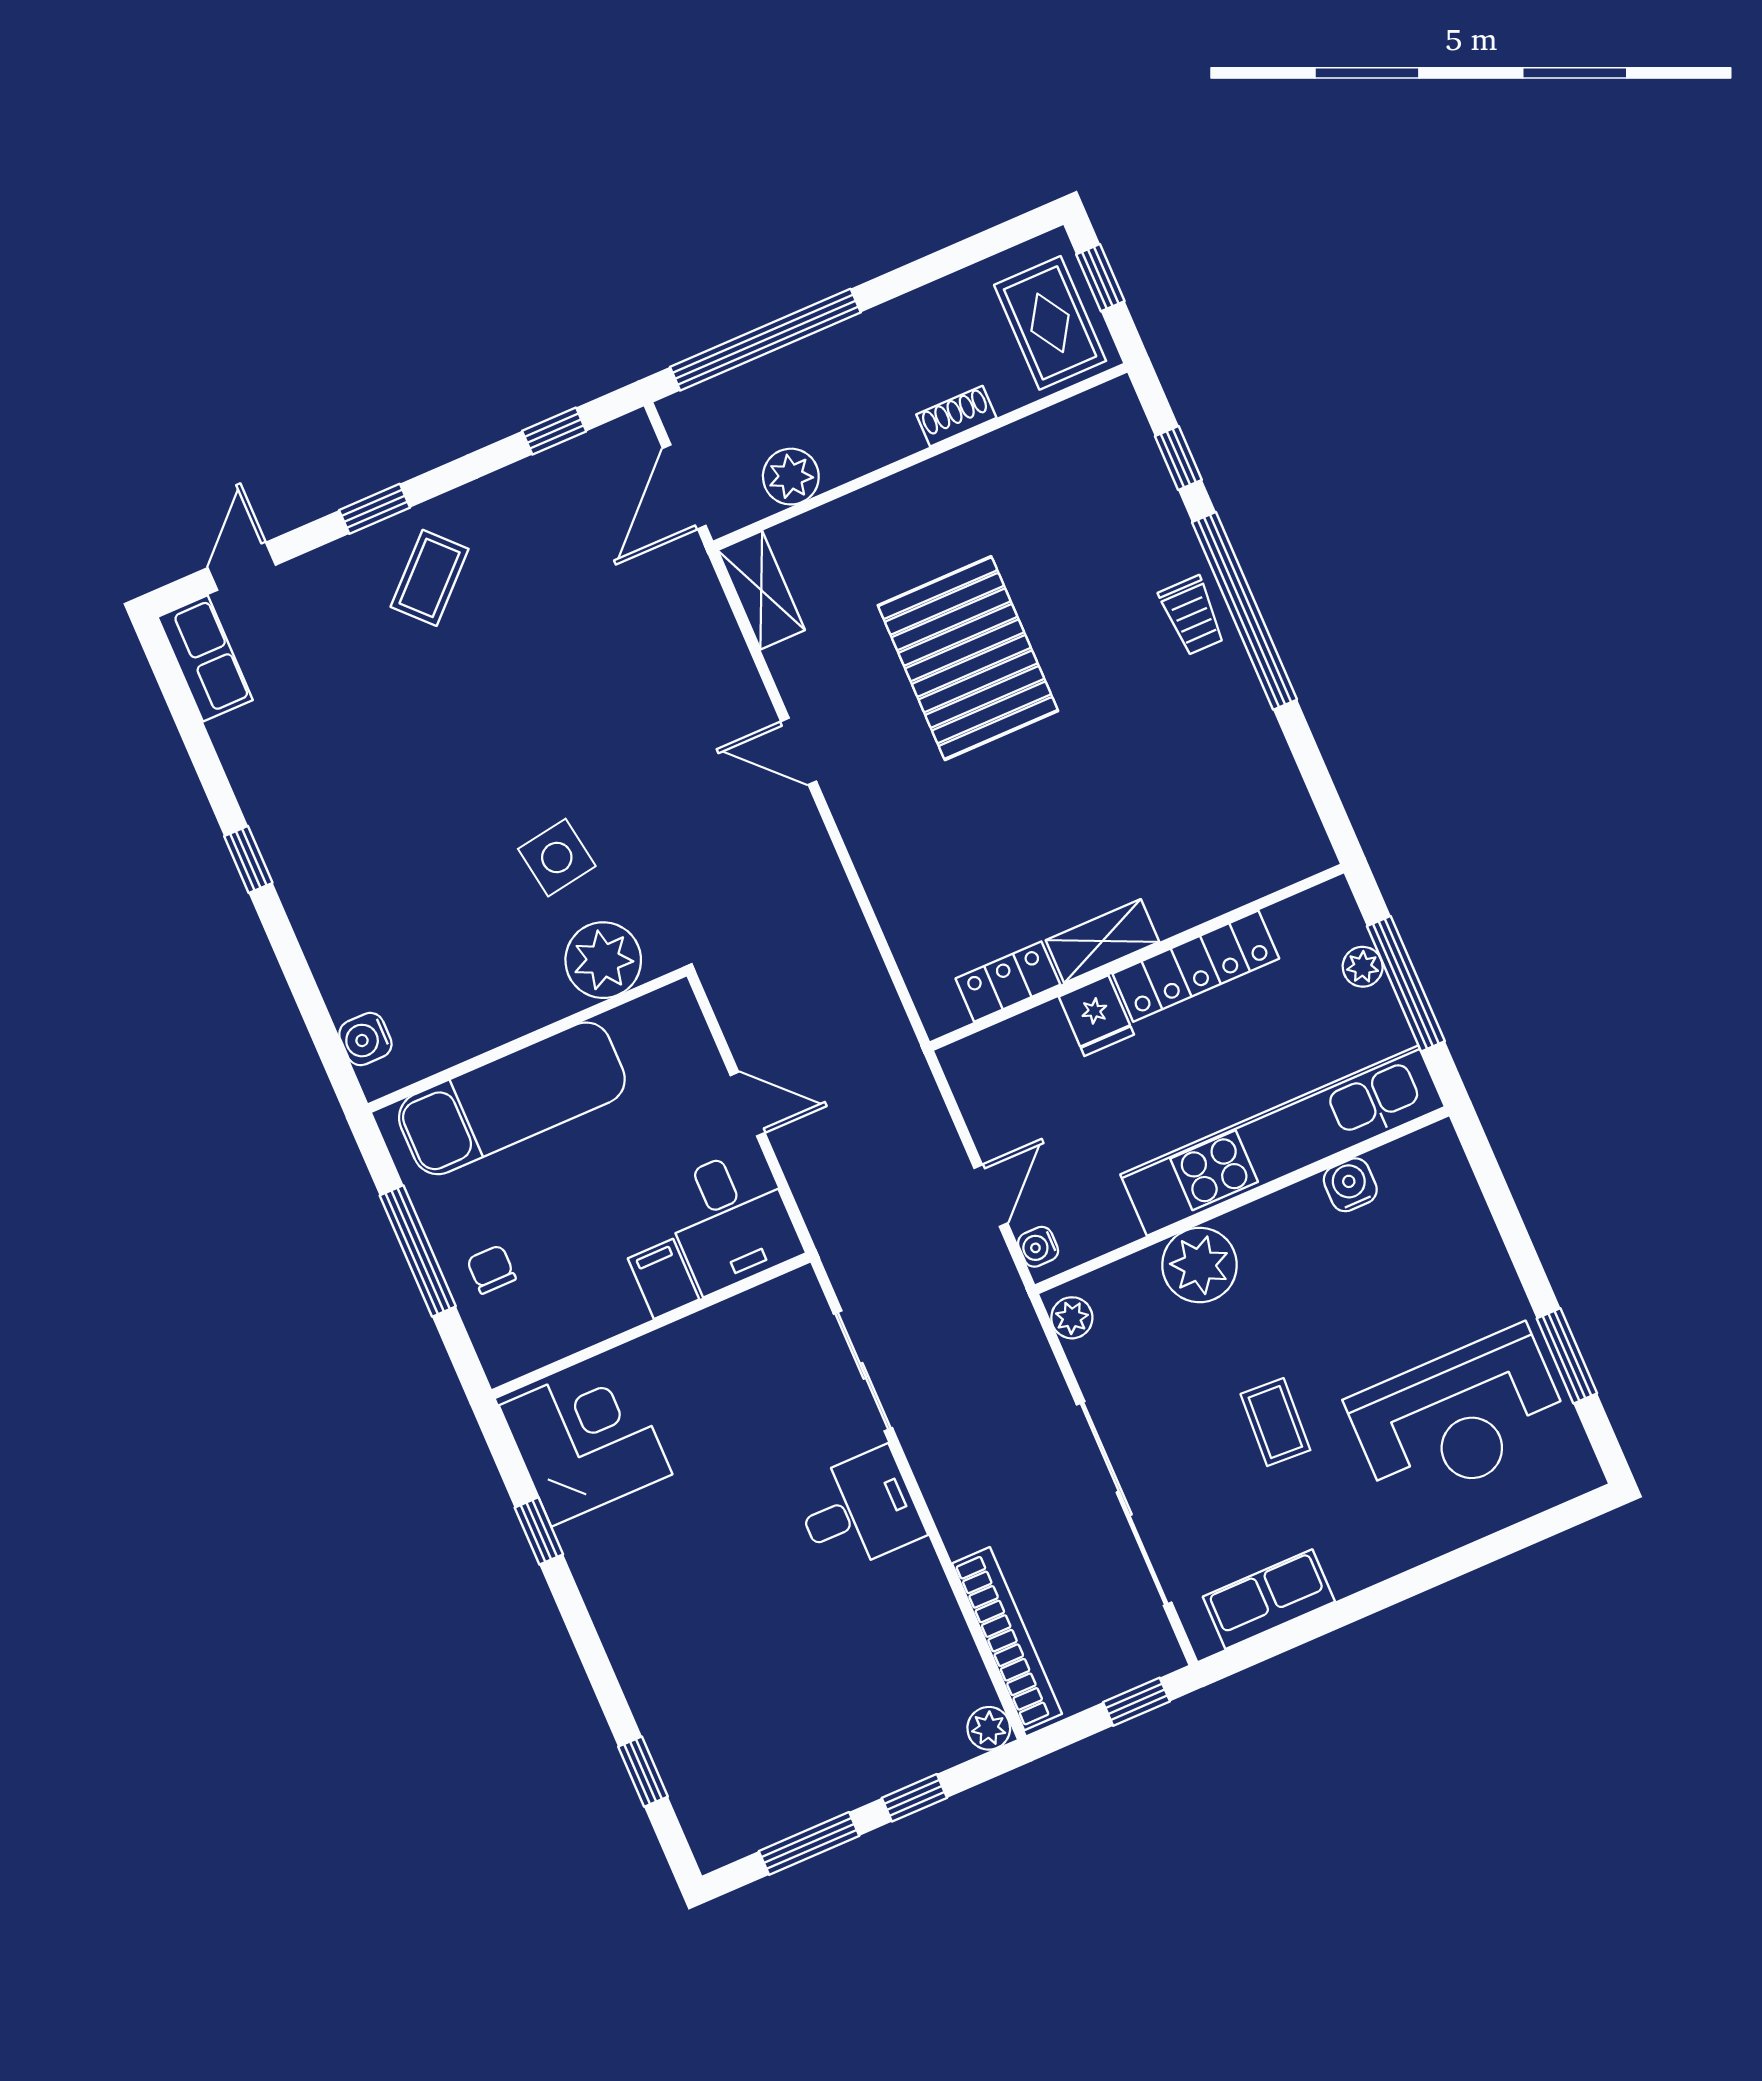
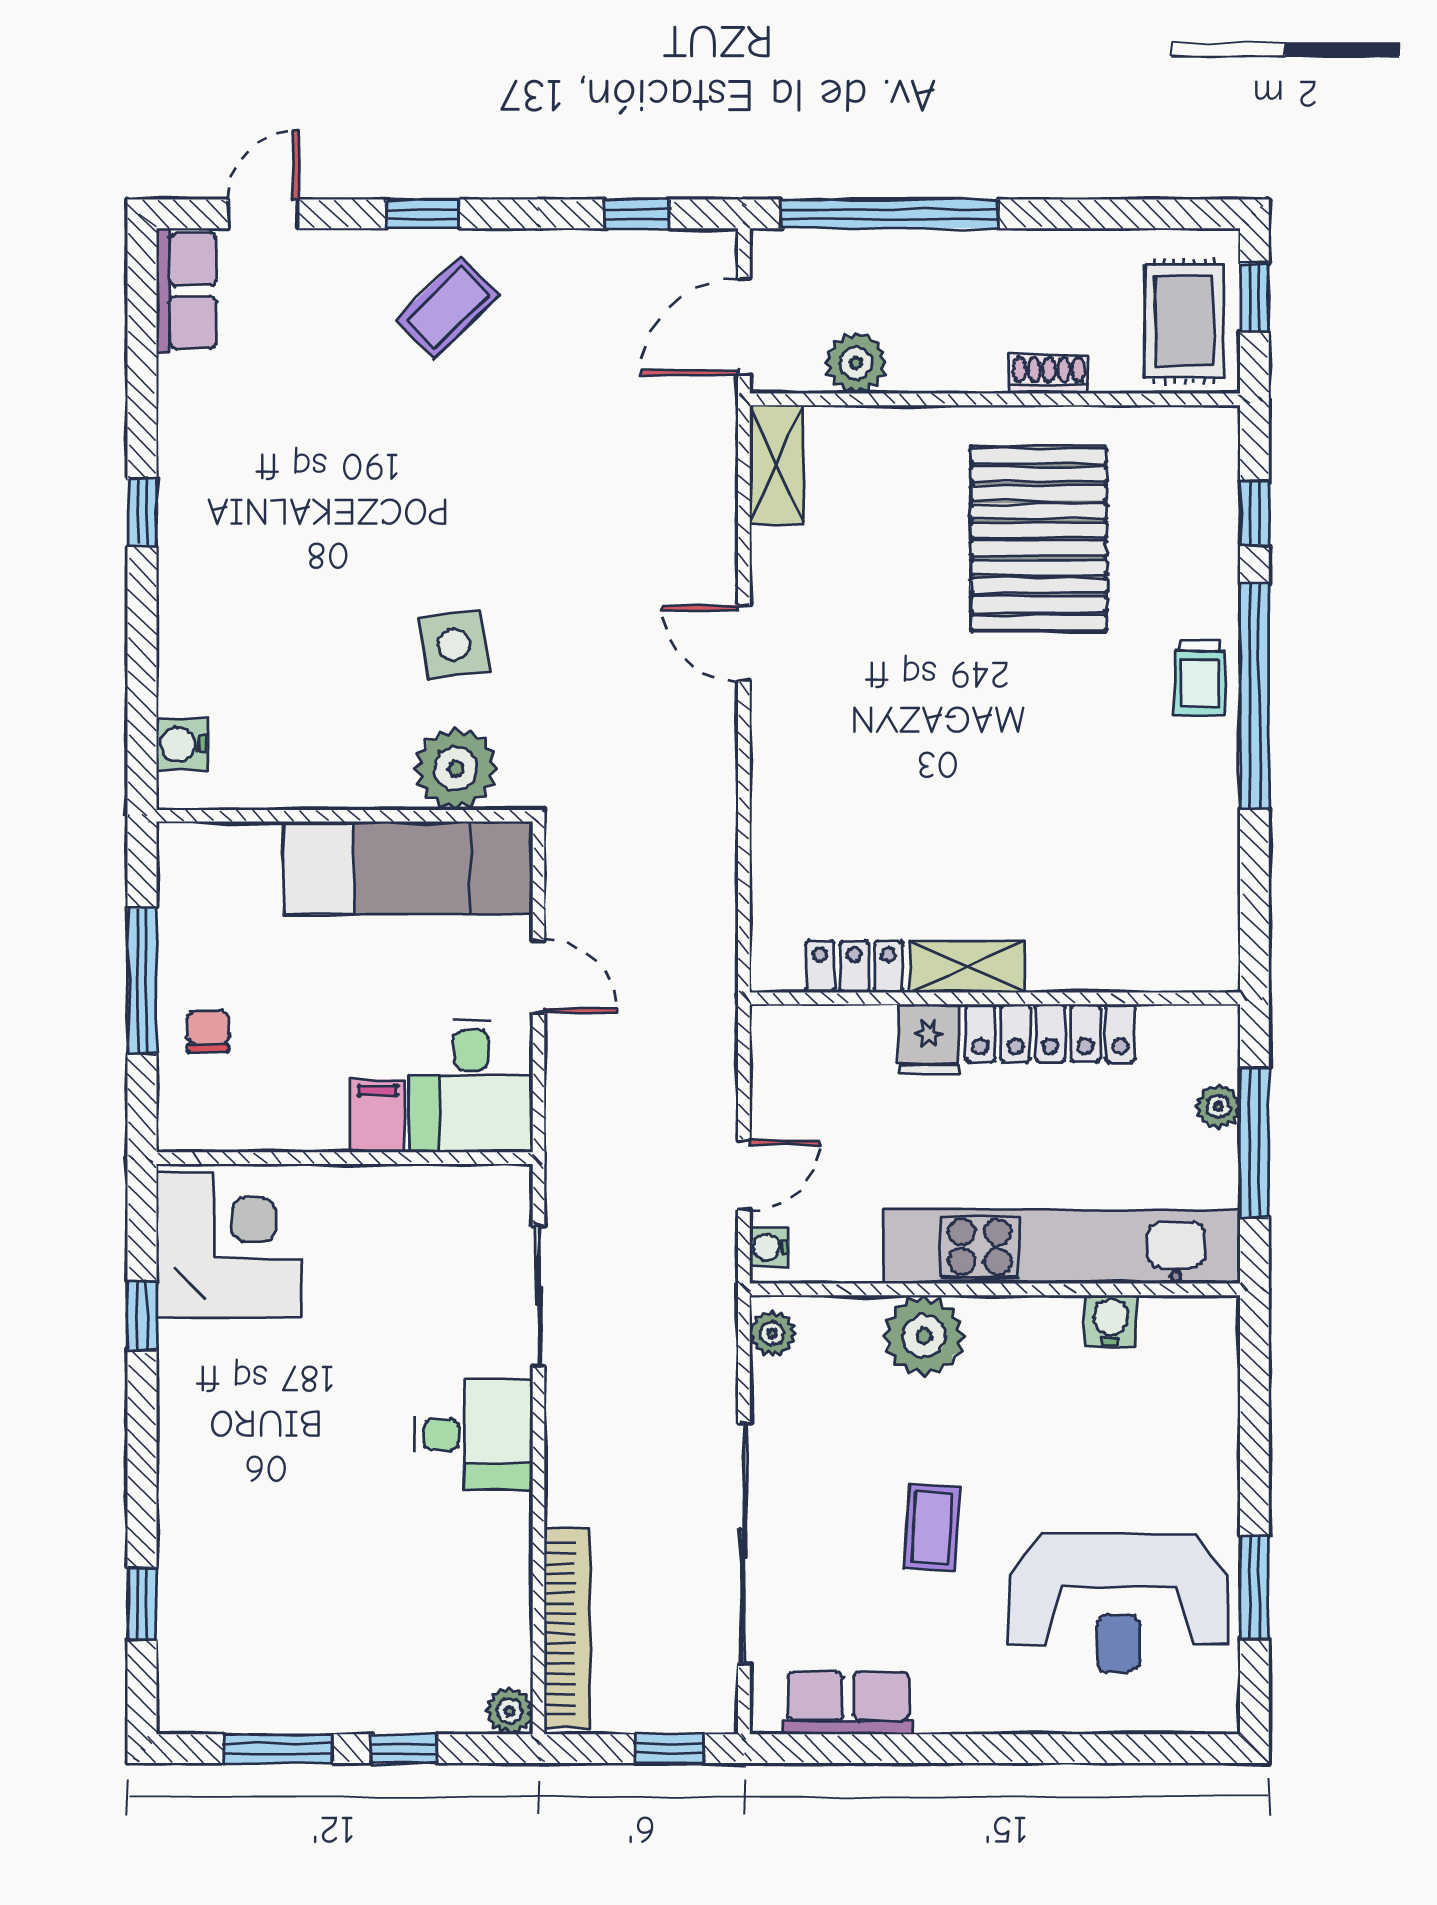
pallet: (968, 658) -> (1039, 539), moved
exam couch: (512, 1098) -> (408, 868), moved

